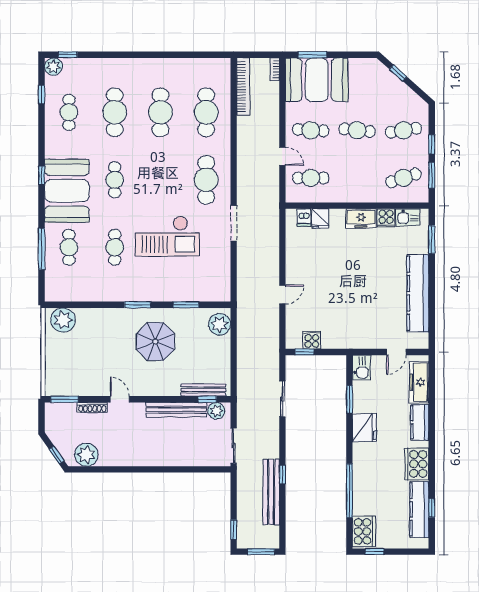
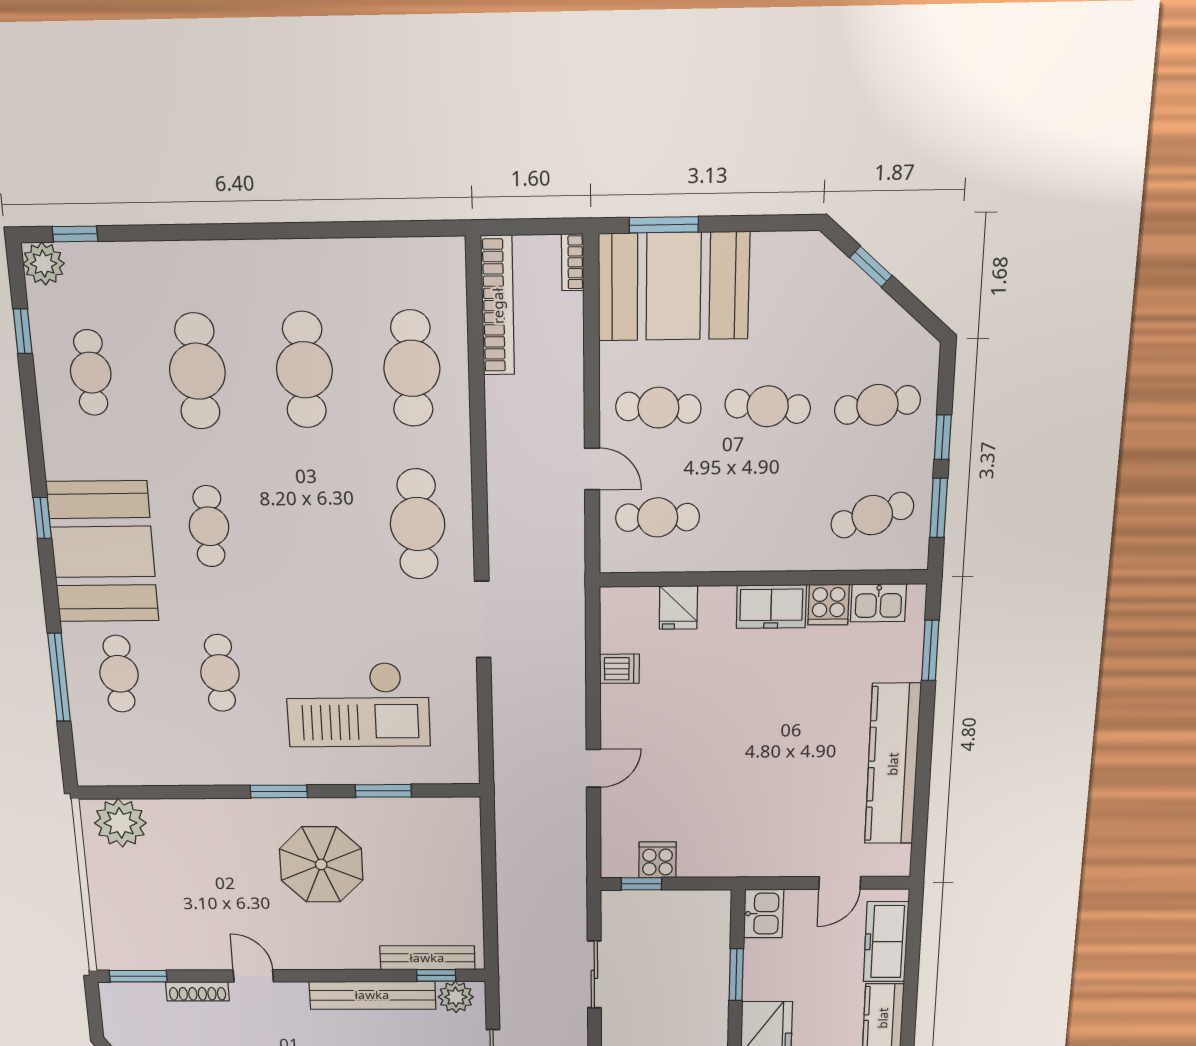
dishwasher: (304, 218) -> (619, 669), moved, turned -90
checkout: (167, 236) -> (358, 705), moved
plant: (220, 324) -> (458, 830), removed

